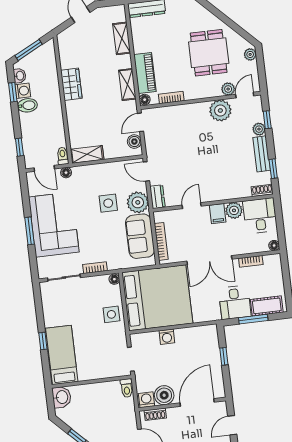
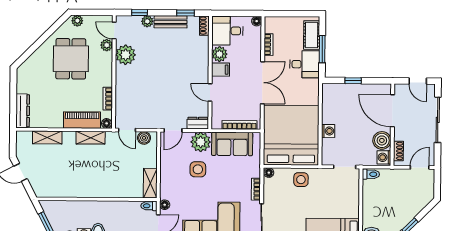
dining table: (209, 53) -> (71, 59), turned 90
wardrobe: (71, 84) -> (84, 189), removed

